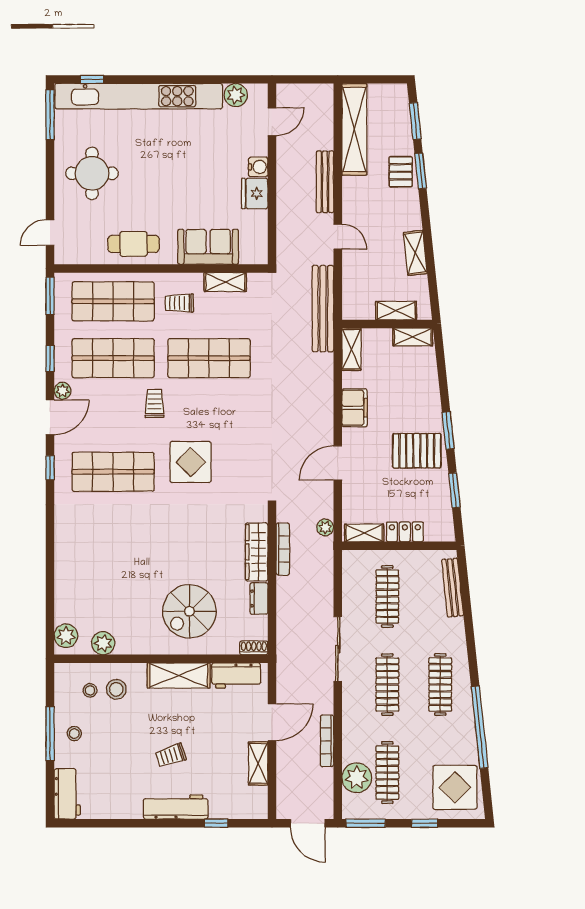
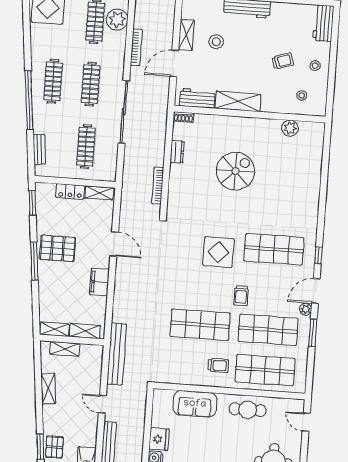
door: (50, 233) -> (306, 422), swing flipped
shelving: (225, 282) -> (185, 378), removed
window: (50, 296) -> (309, 377), removed
shelving: (351, 349) -> (85, 331), moved, turned 90
window: (50, 359) -> (313, 333), width x1.50
window: (448, 430) -> (34, 261), width x1.44
door: (338, 463) -> (114, 244), hinge flipped
window: (454, 490) -> (32, 203), moved
plant: (325, 527) -> (126, 199), removed
wardrobe: (257, 552) -> (176, 185), removed
bench: (452, 588) -> (39, 149), width x0.73
spiral stairs: (189, 611) -> (235, 171), moved
plant: (66, 636) -> (316, 135), removed
sliding door: (338, 649) -> (124, 112), width x1.36
stool: (116, 689) -> (216, 42), moved
window: (480, 727) -> (29, 100), moved
window: (50, 734) -> (332, 67), removed
trolley: (171, 755) -> (283, 61), moved

